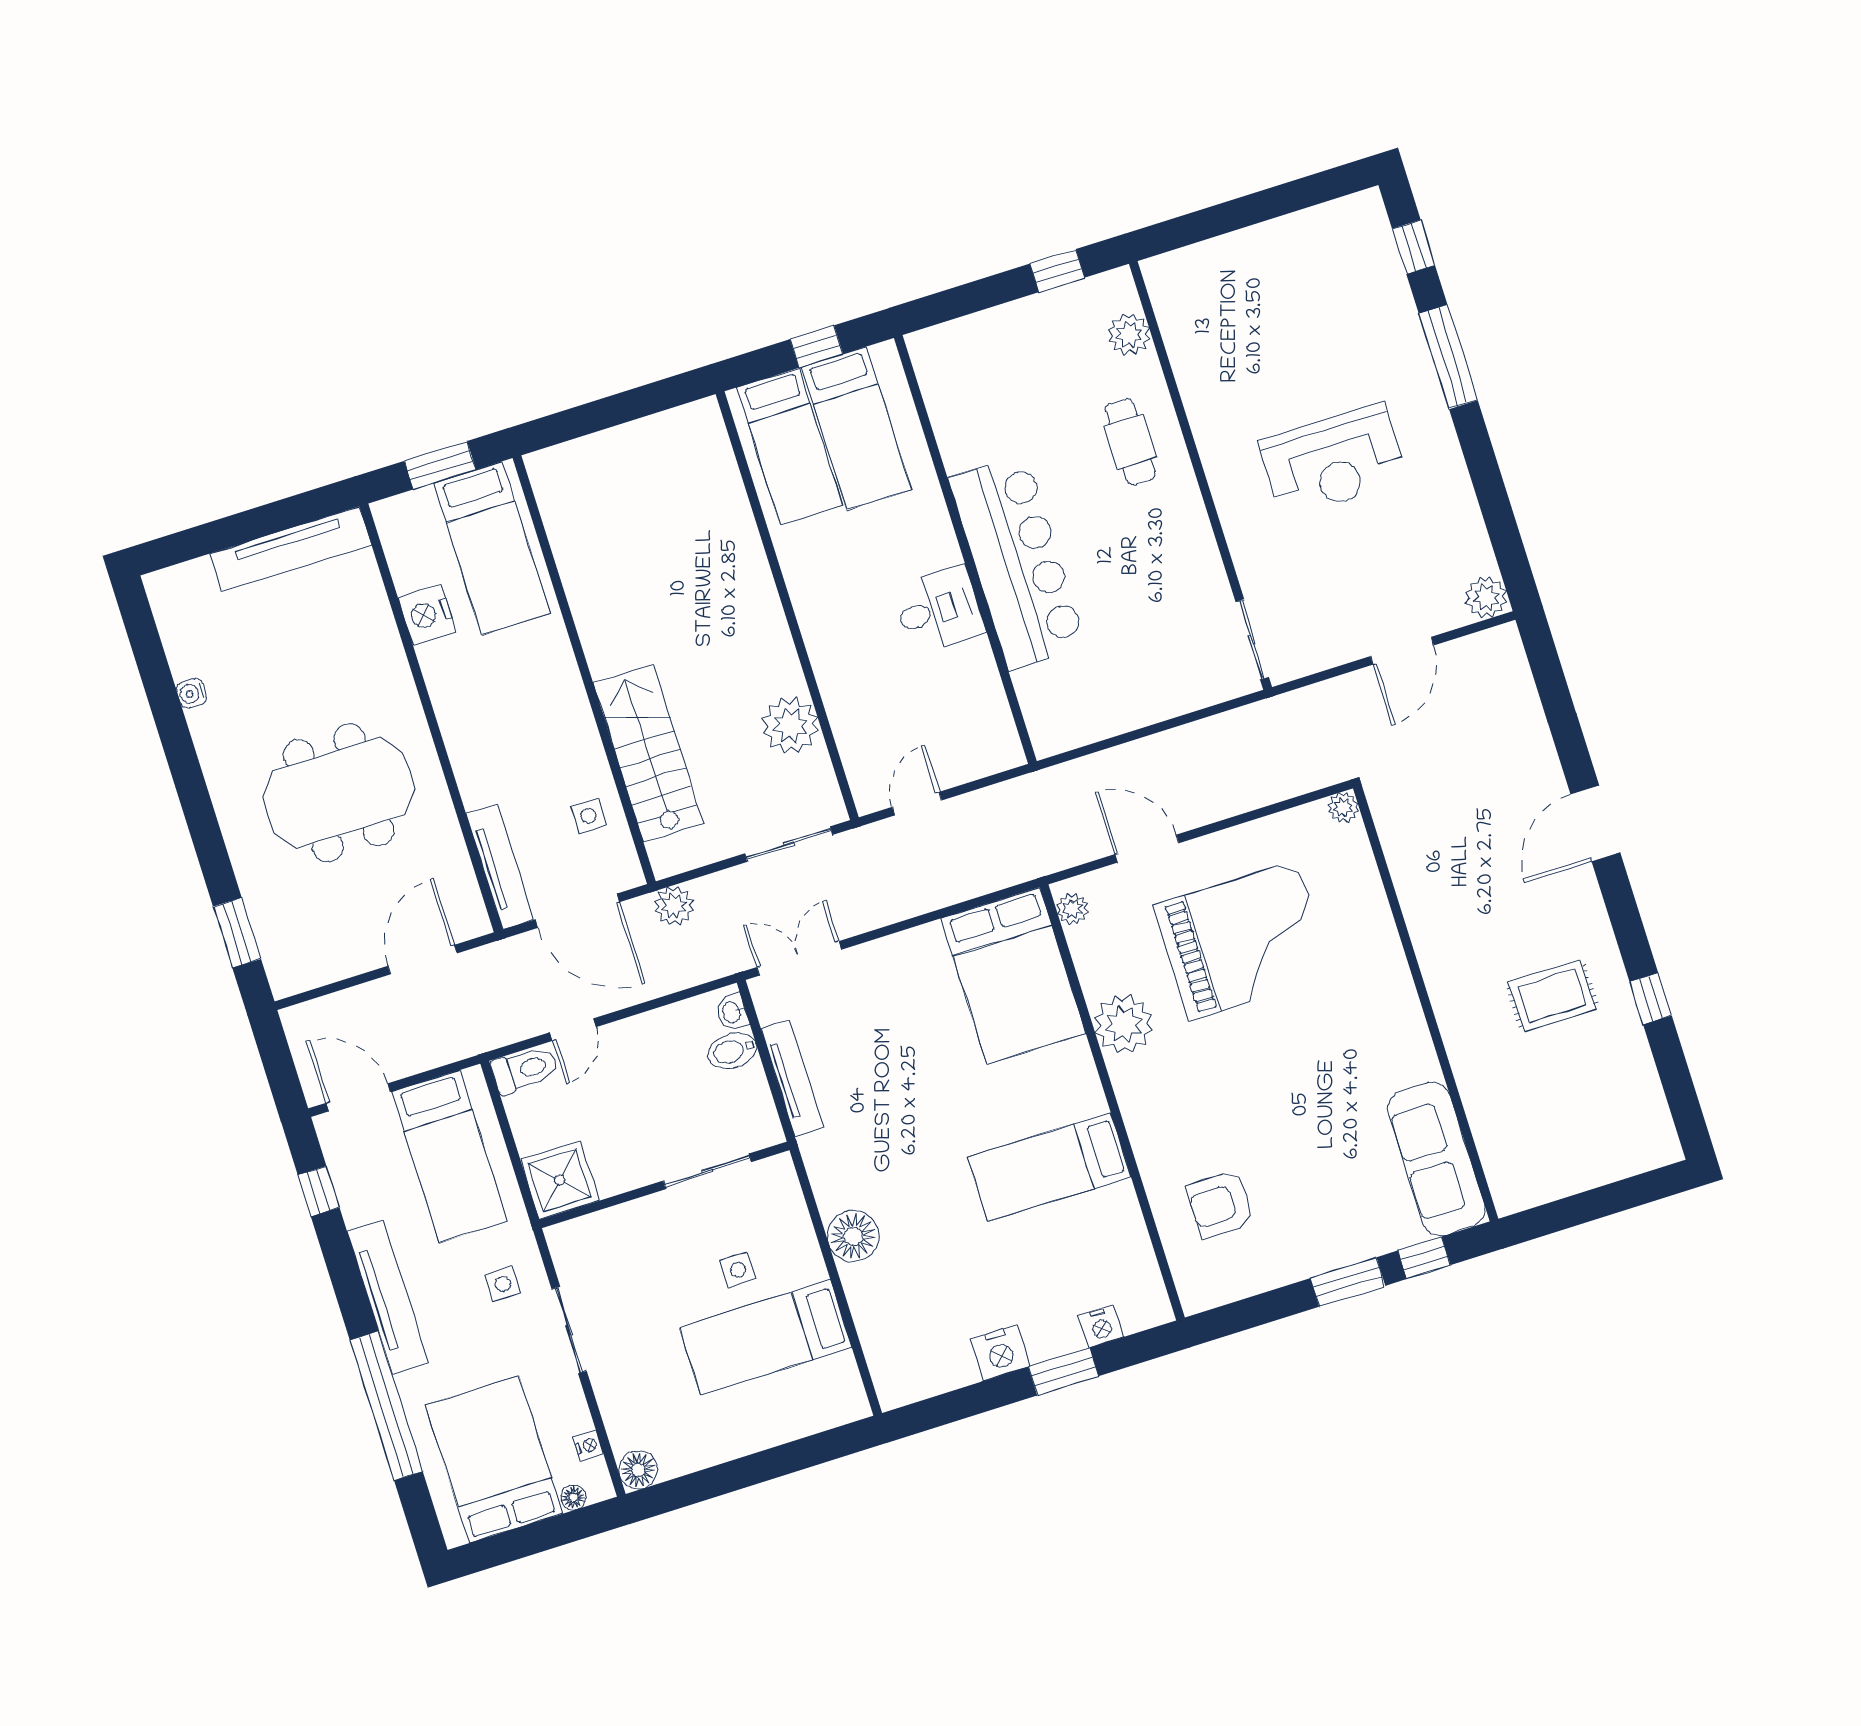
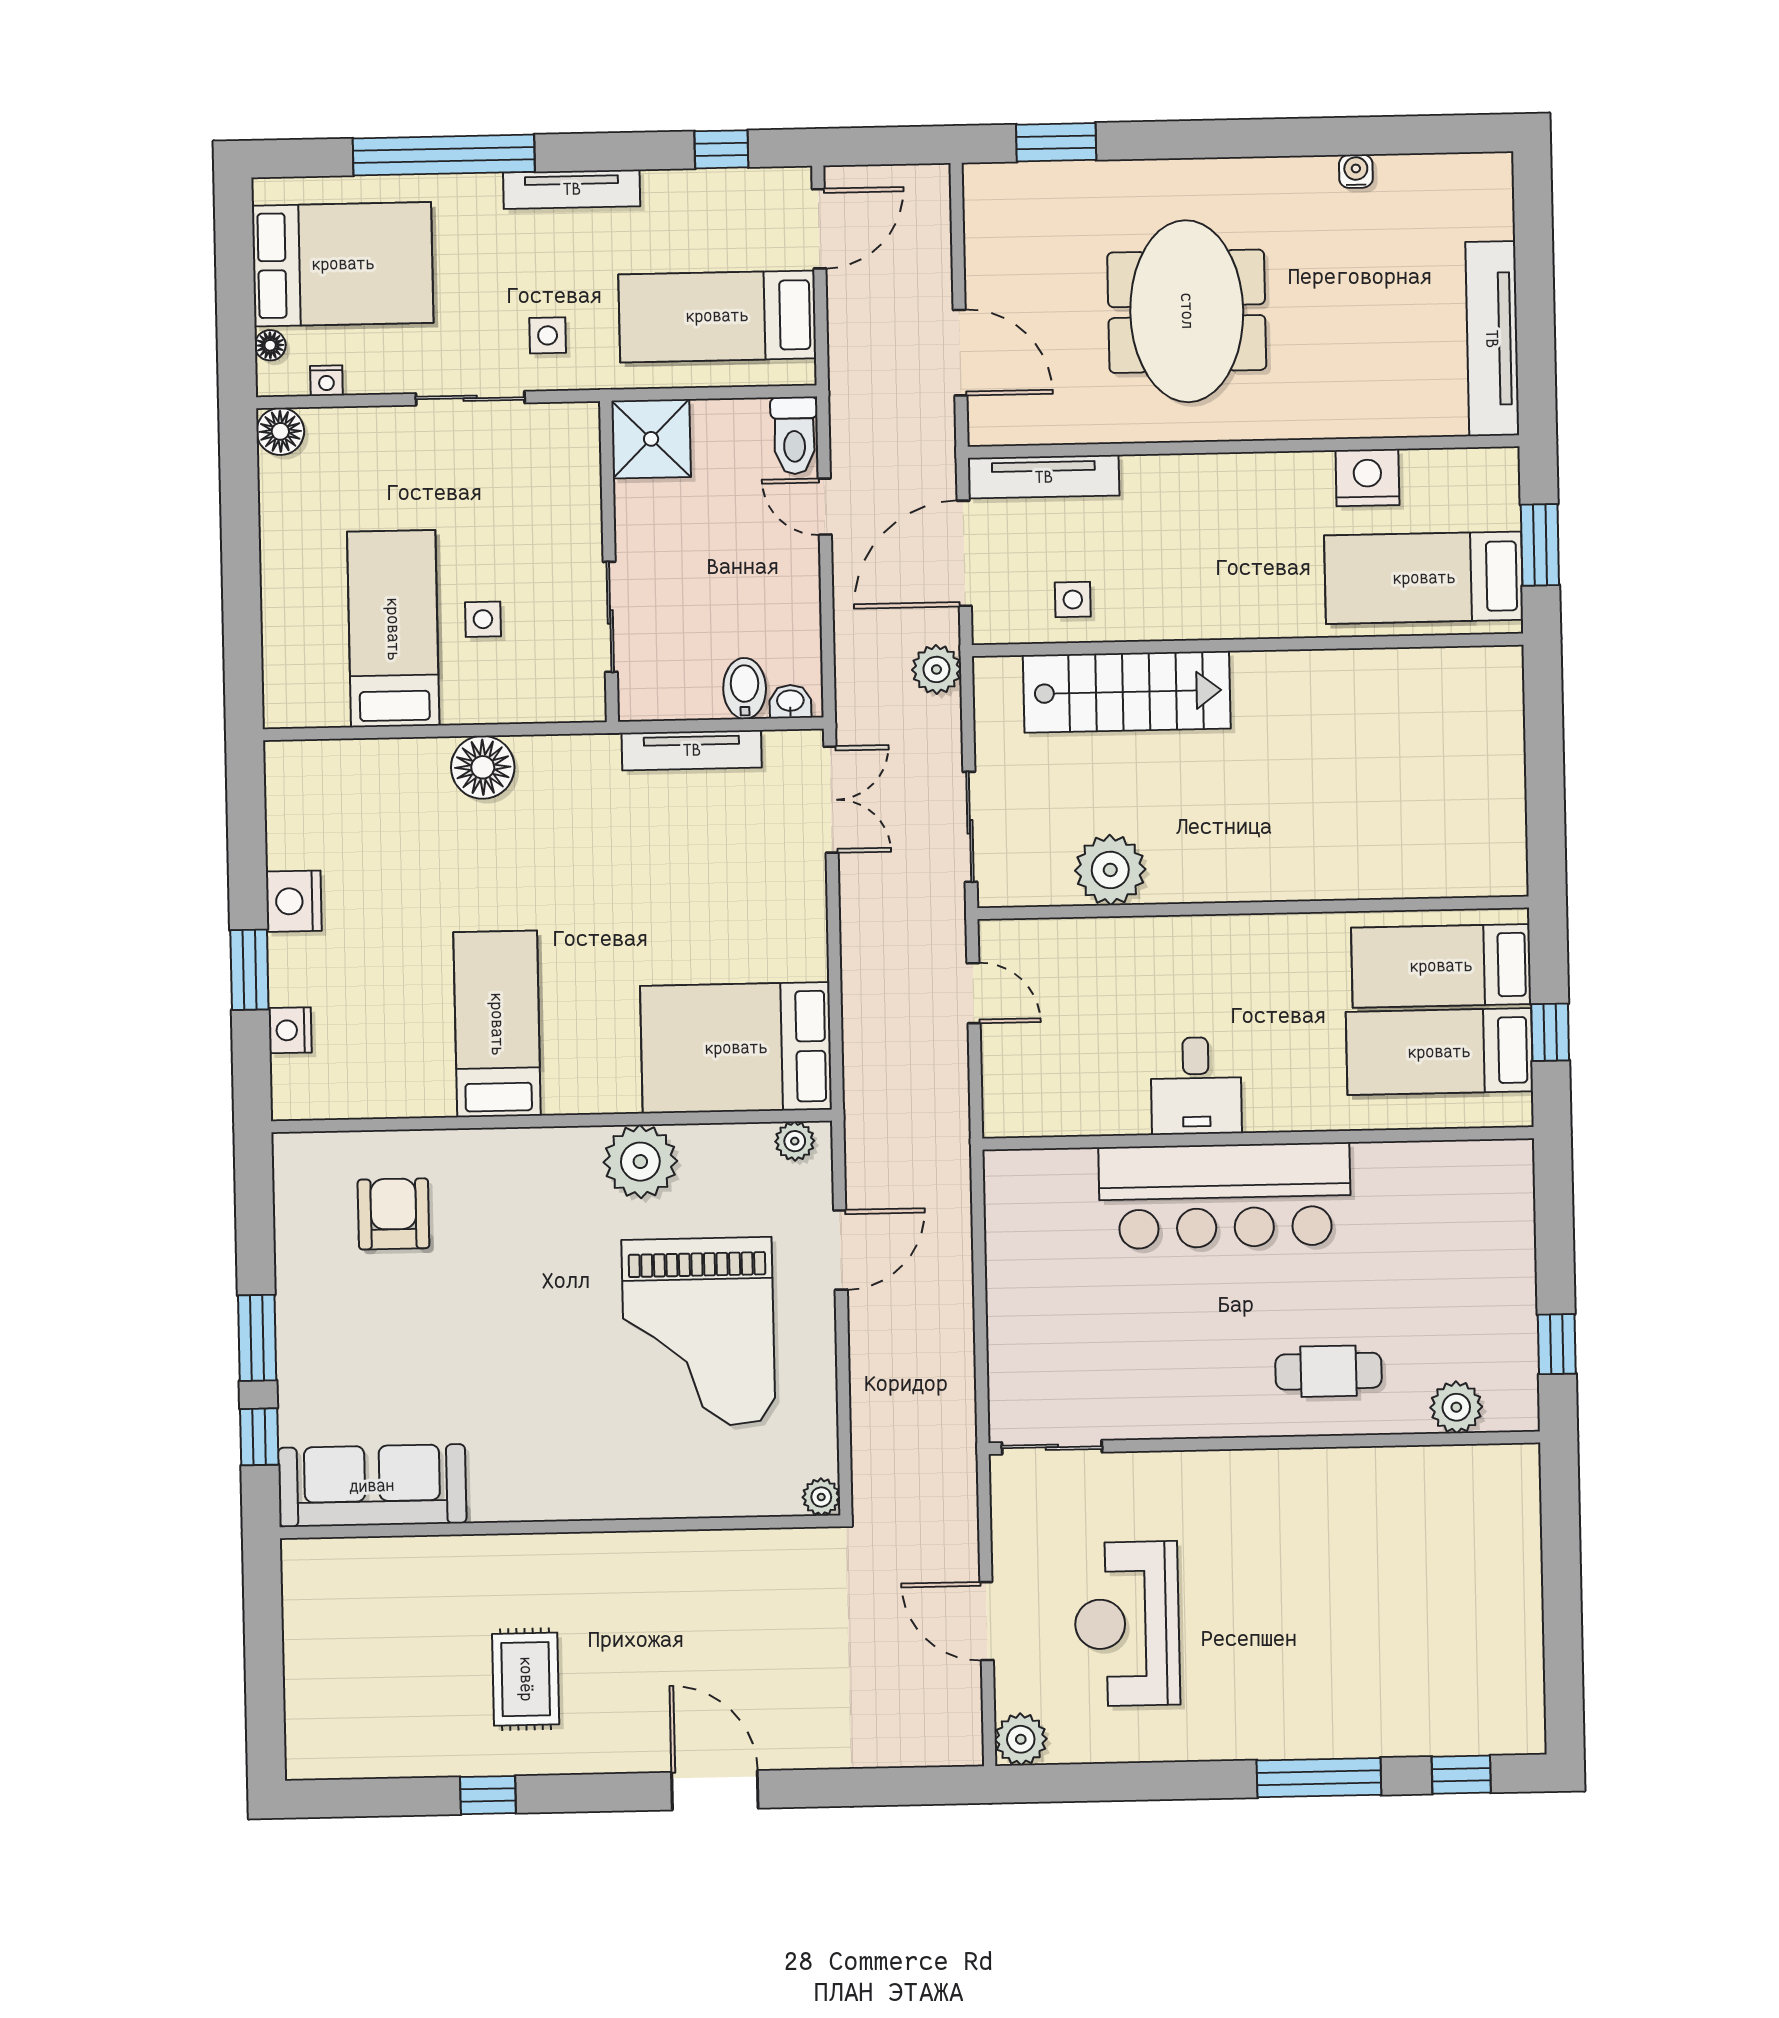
reception desk: (1333, 461) -> (1127, 1624), moved
tv unit: (388, 1297) -> (572, 189), width x0.73, depth x0.78

